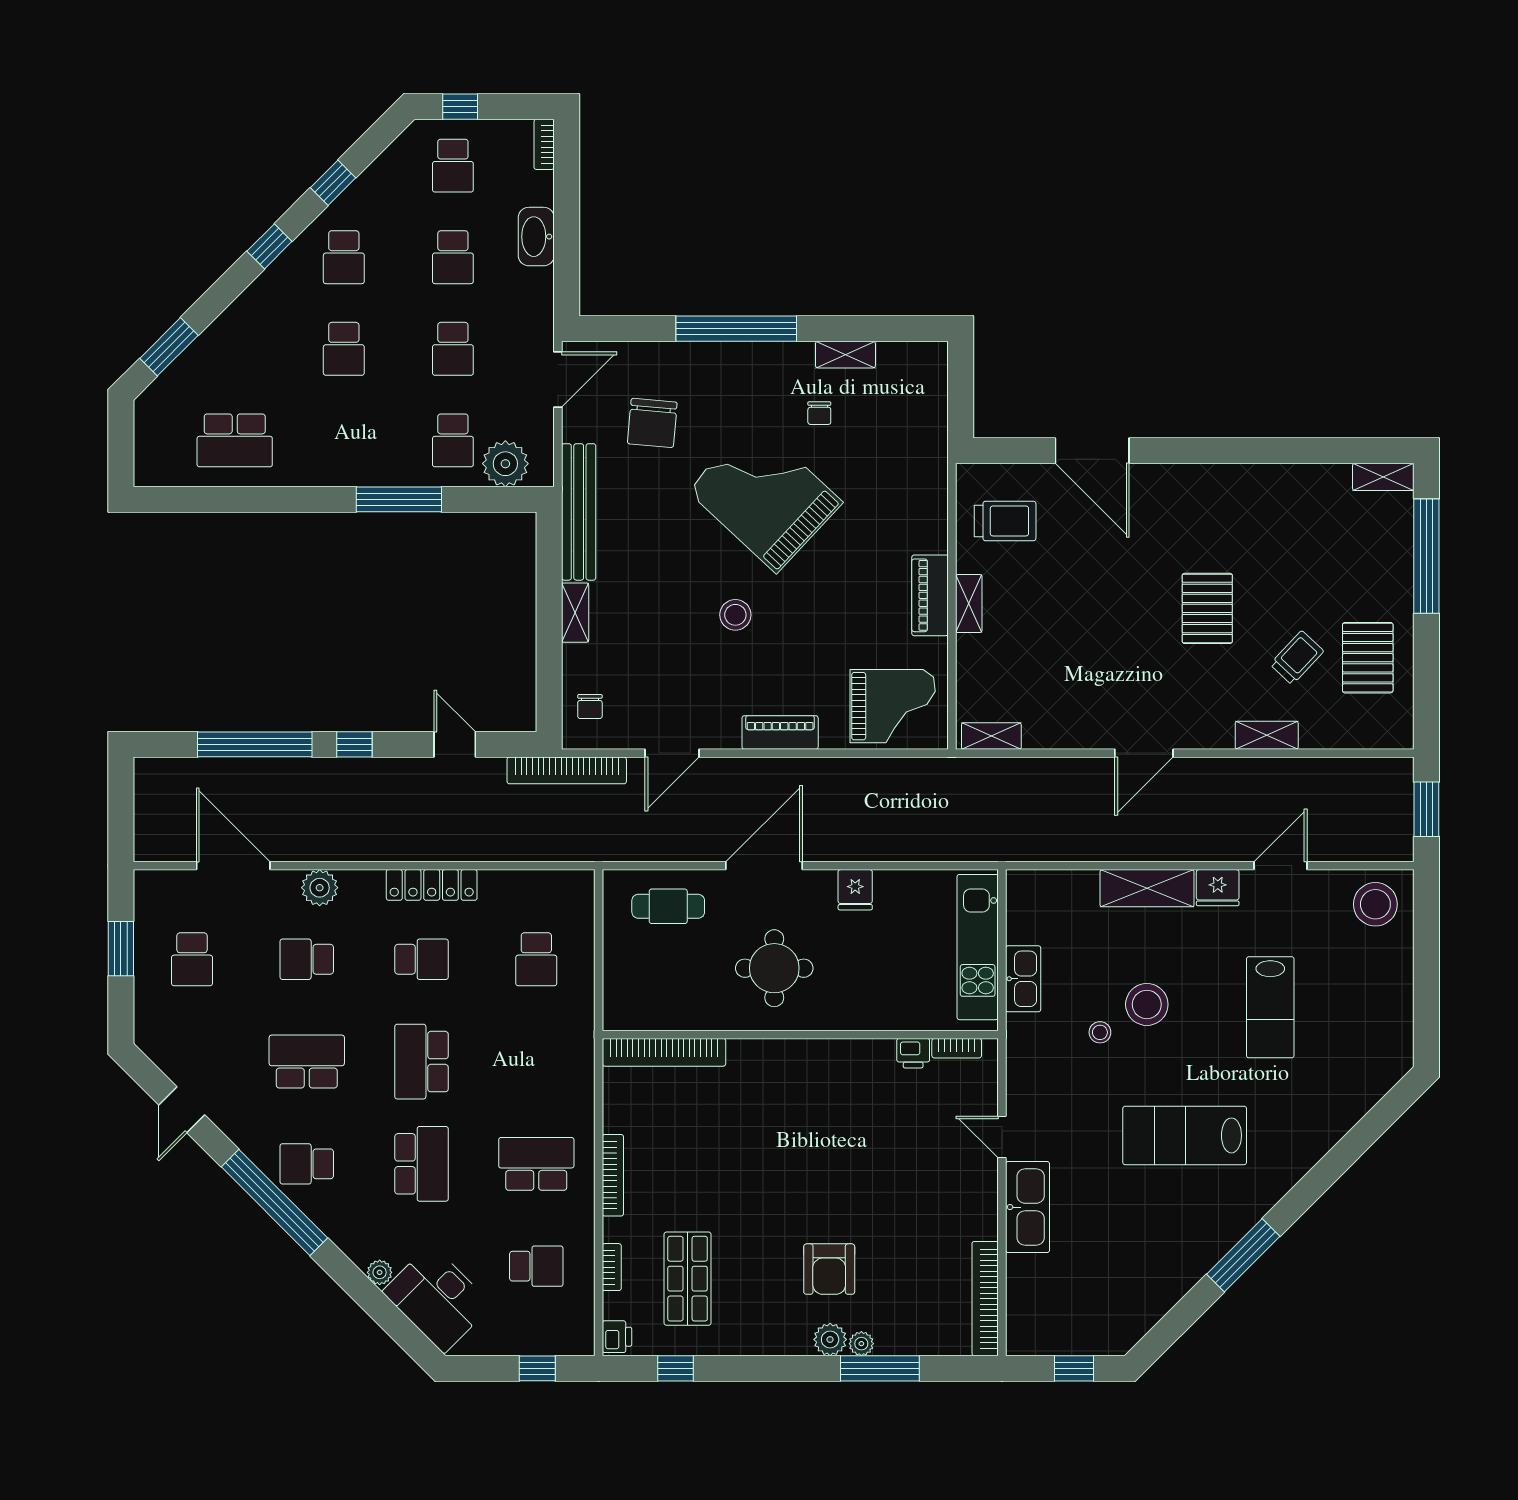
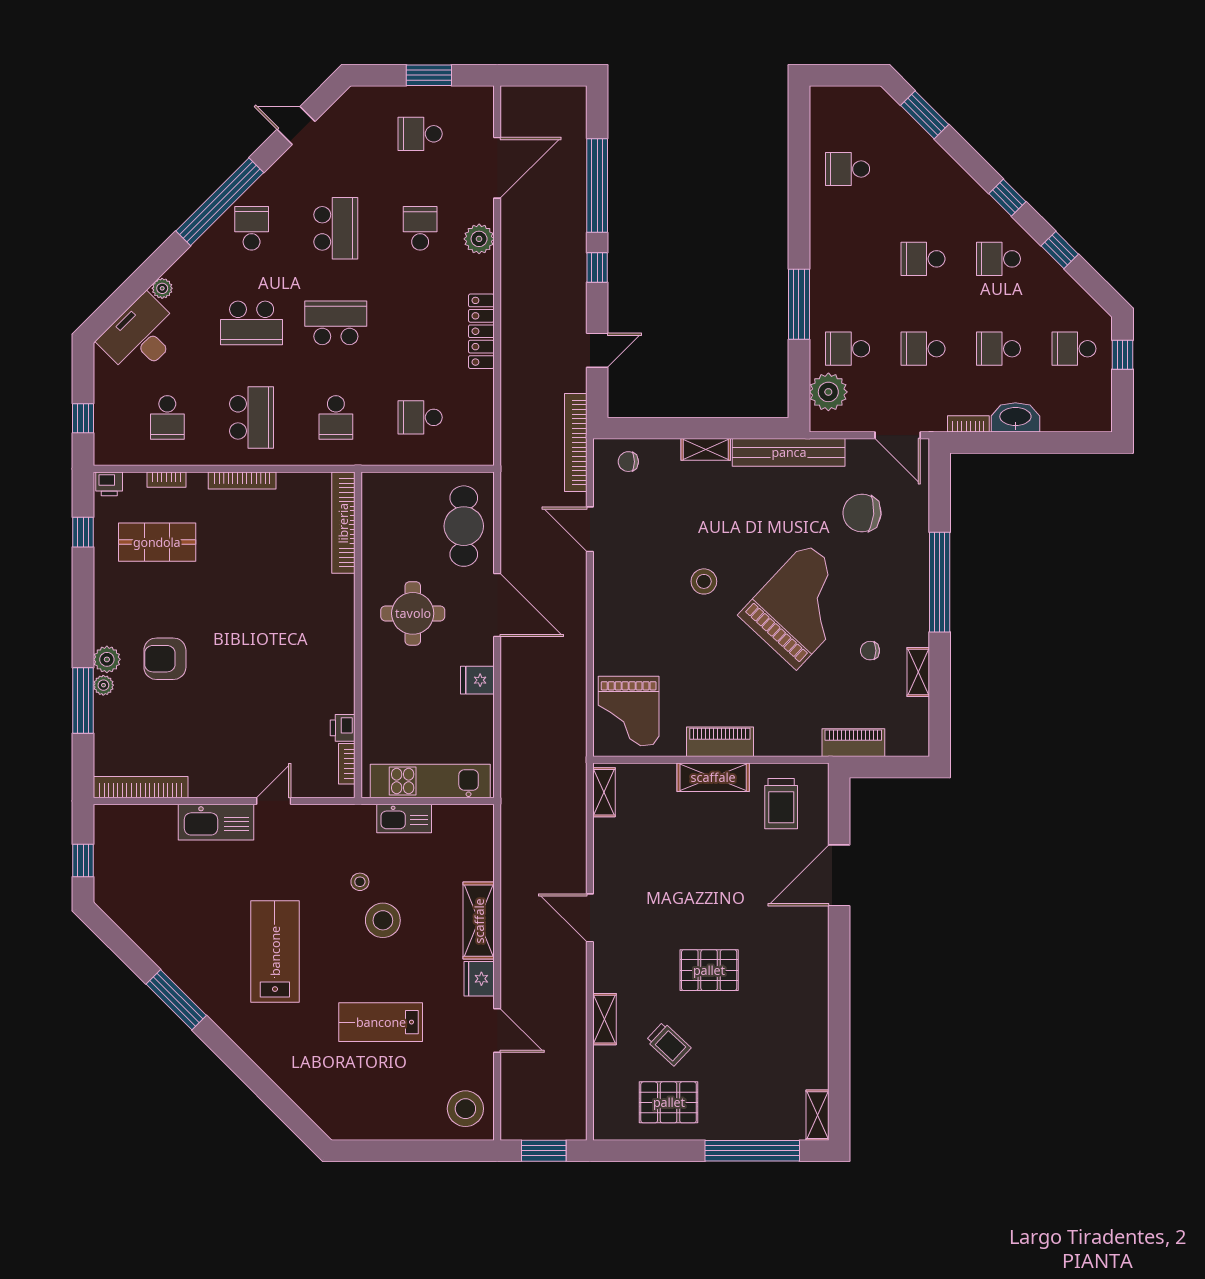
bookcase: (544, 144) -> (968, 424), moved
school desk: (235, 440) -> (848, 169), width x0.54
shelving: (969, 604) -> (713, 777), width x1.50, depth x1.33
piano: (780, 732) -> (853, 743), moved, turned -90
cafe table: (668, 906) -> (464, 526), width x1.37, depth x1.35
school desk: (422, 959) -> (336, 417), moved

